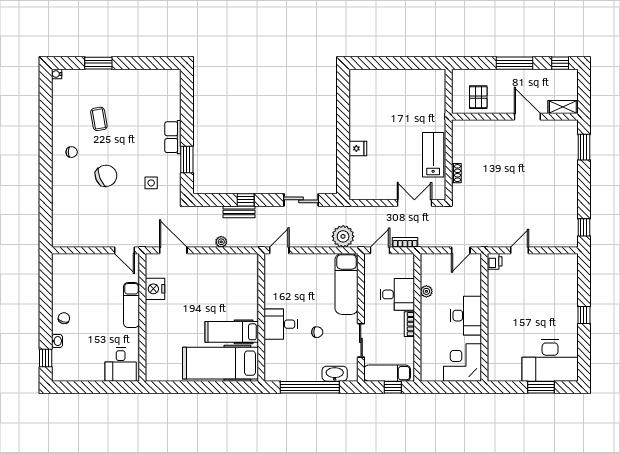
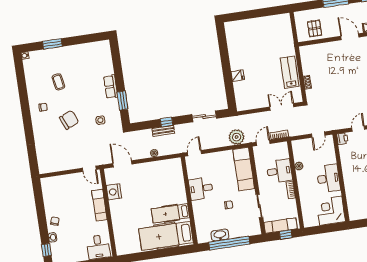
desk: (281, 324) -> (201, 189), moved
washbasin: (335, 374) -> (220, 235), moved

